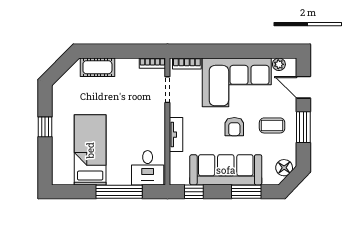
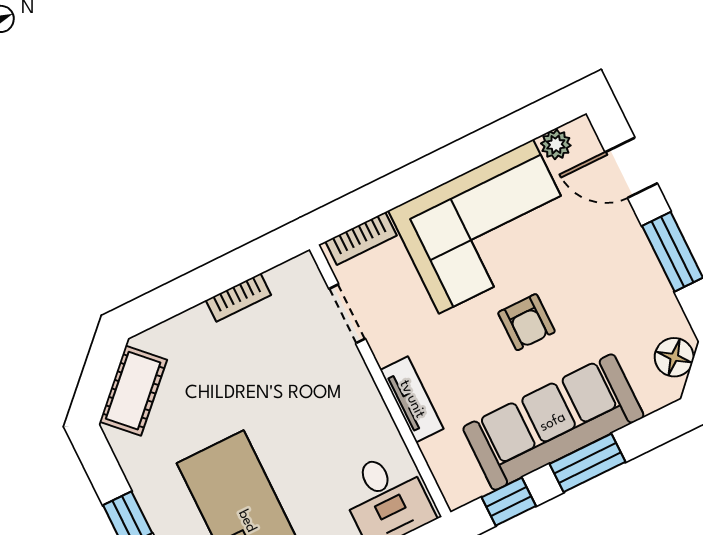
bookcase: (152, 63) -> (238, 298), moved
cot: (97, 67) -> (133, 391), moved, turned -45
coffee table: (272, 125) -> (605, 281), removed
window: (246, 192) -> (587, 463), moved

